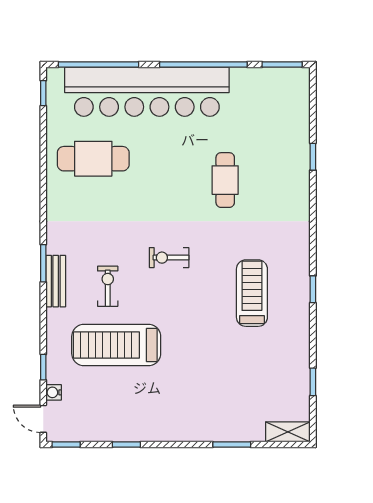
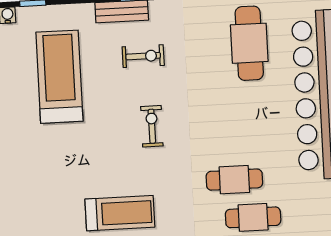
cafe table: (263, 164) -> (253, 217), added
exercise bike: (108, 286) -> (143, 56), moved

